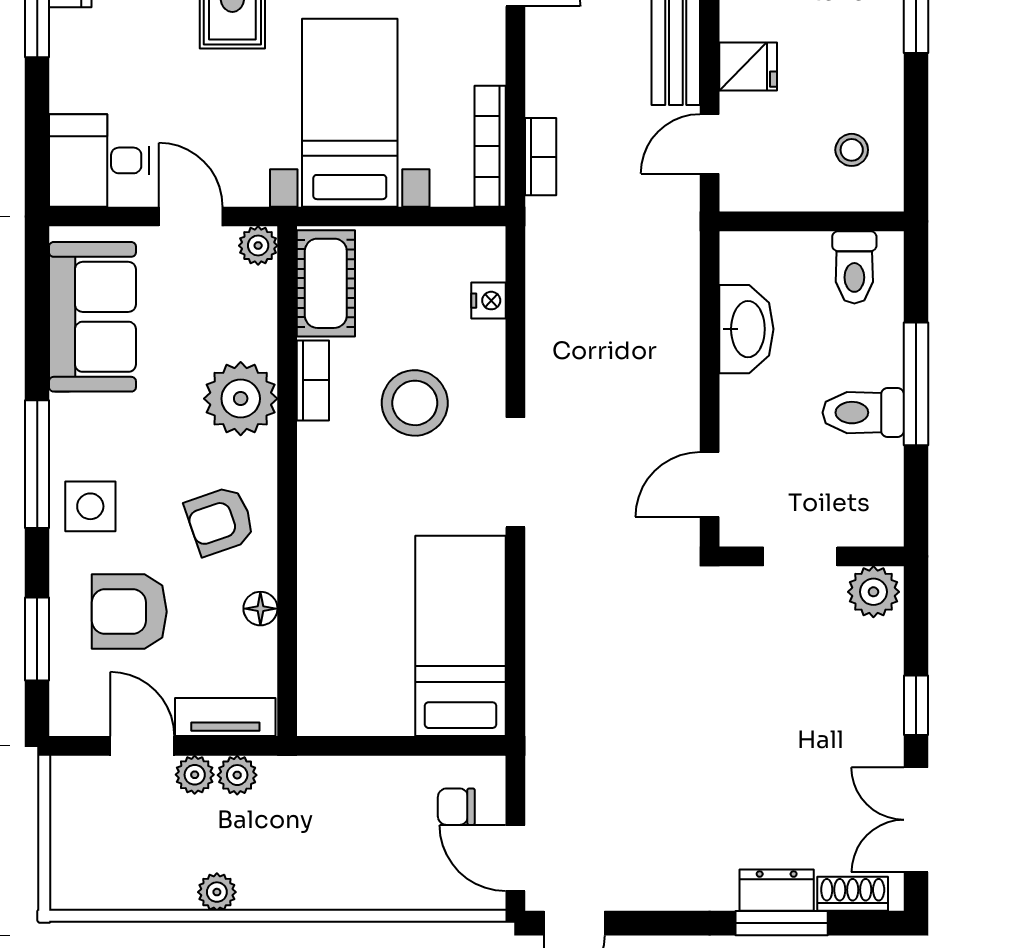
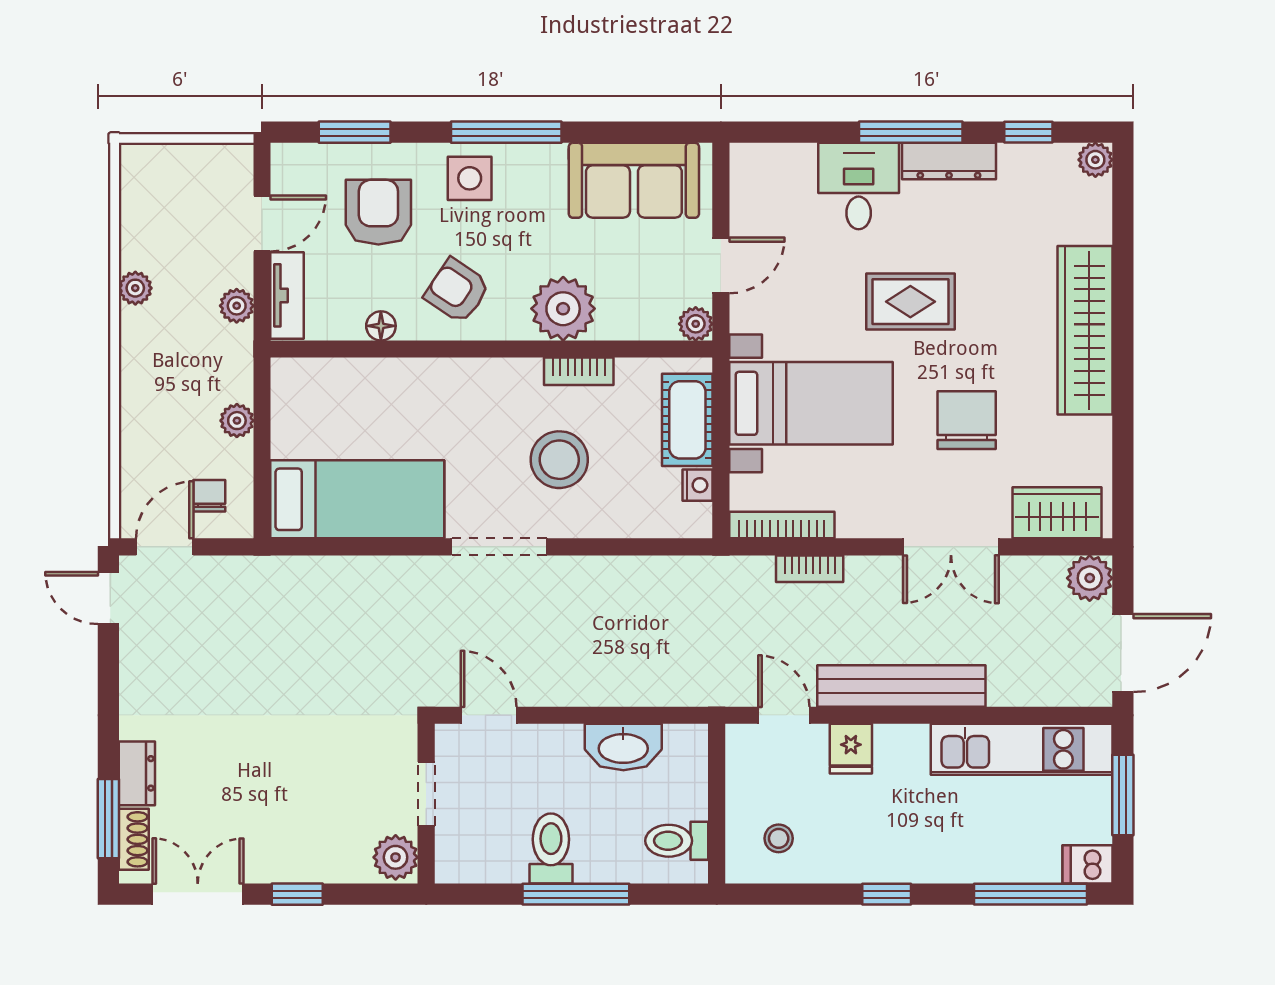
bookcase: (541, 157) -> (810, 569), moved
desk: (99, 160) -> (859, 186), moved
cot: (326, 283) -> (687, 420), moved, turned 90
nightstand: (488, 301) -> (698, 485), moved, turned -90
armchair: (220, 521) -> (457, 291), turned -37
plant: (195, 775) -> (237, 421), moved
window: (782, 923) -> (108, 819), moved

